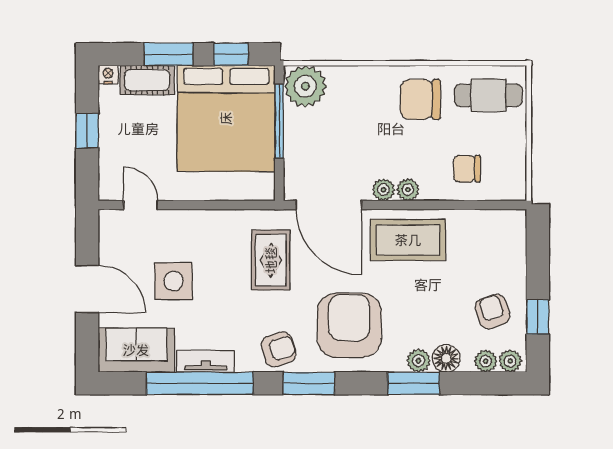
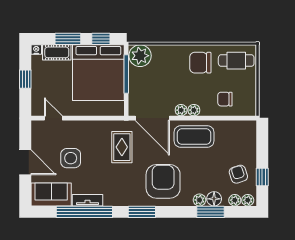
armchair: (279, 349) -> (126, 194), removed
window: (414, 383) -> (211, 212), moved

